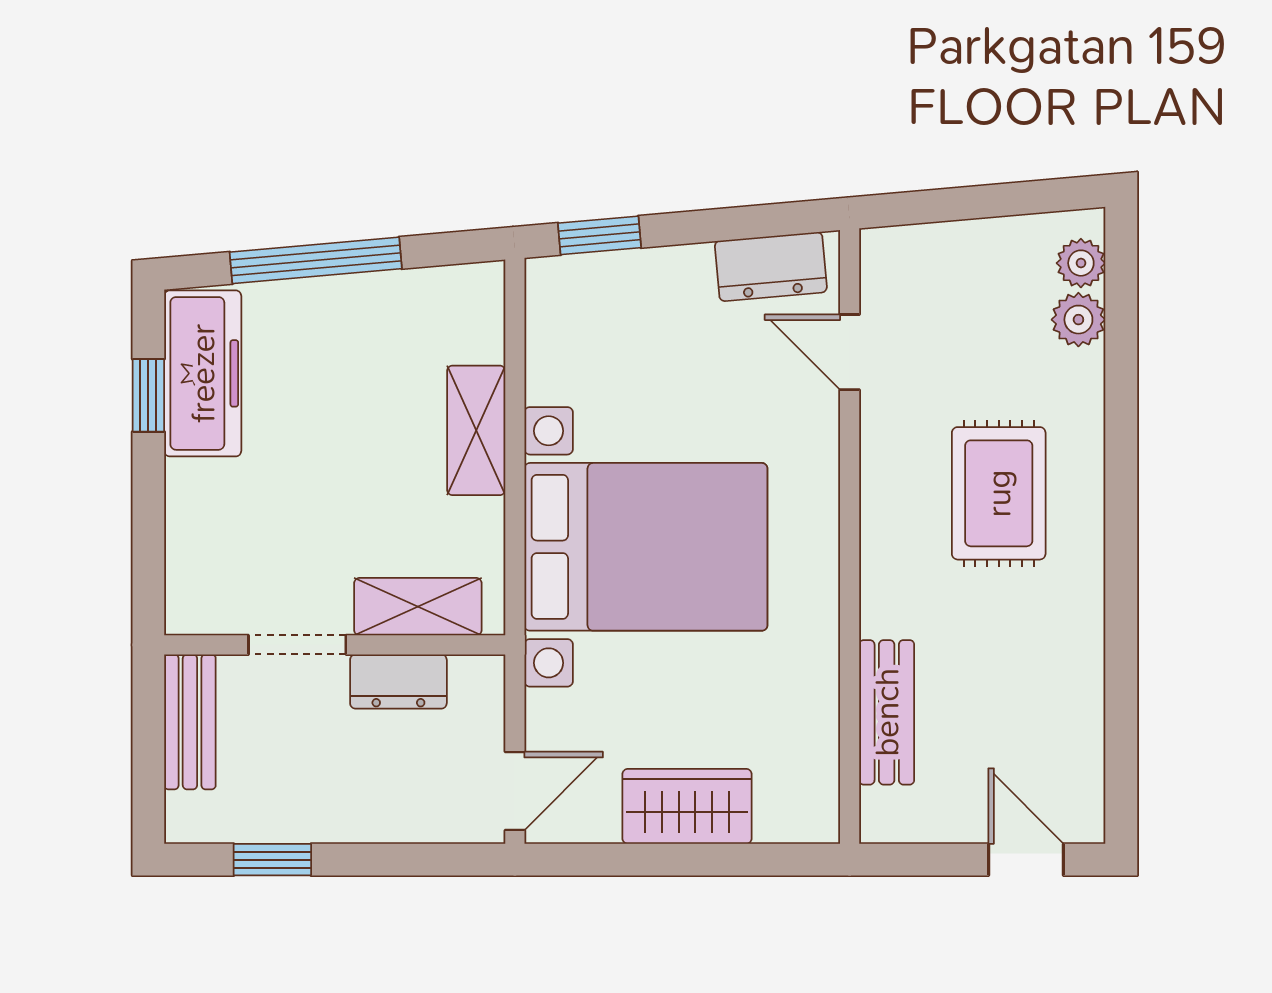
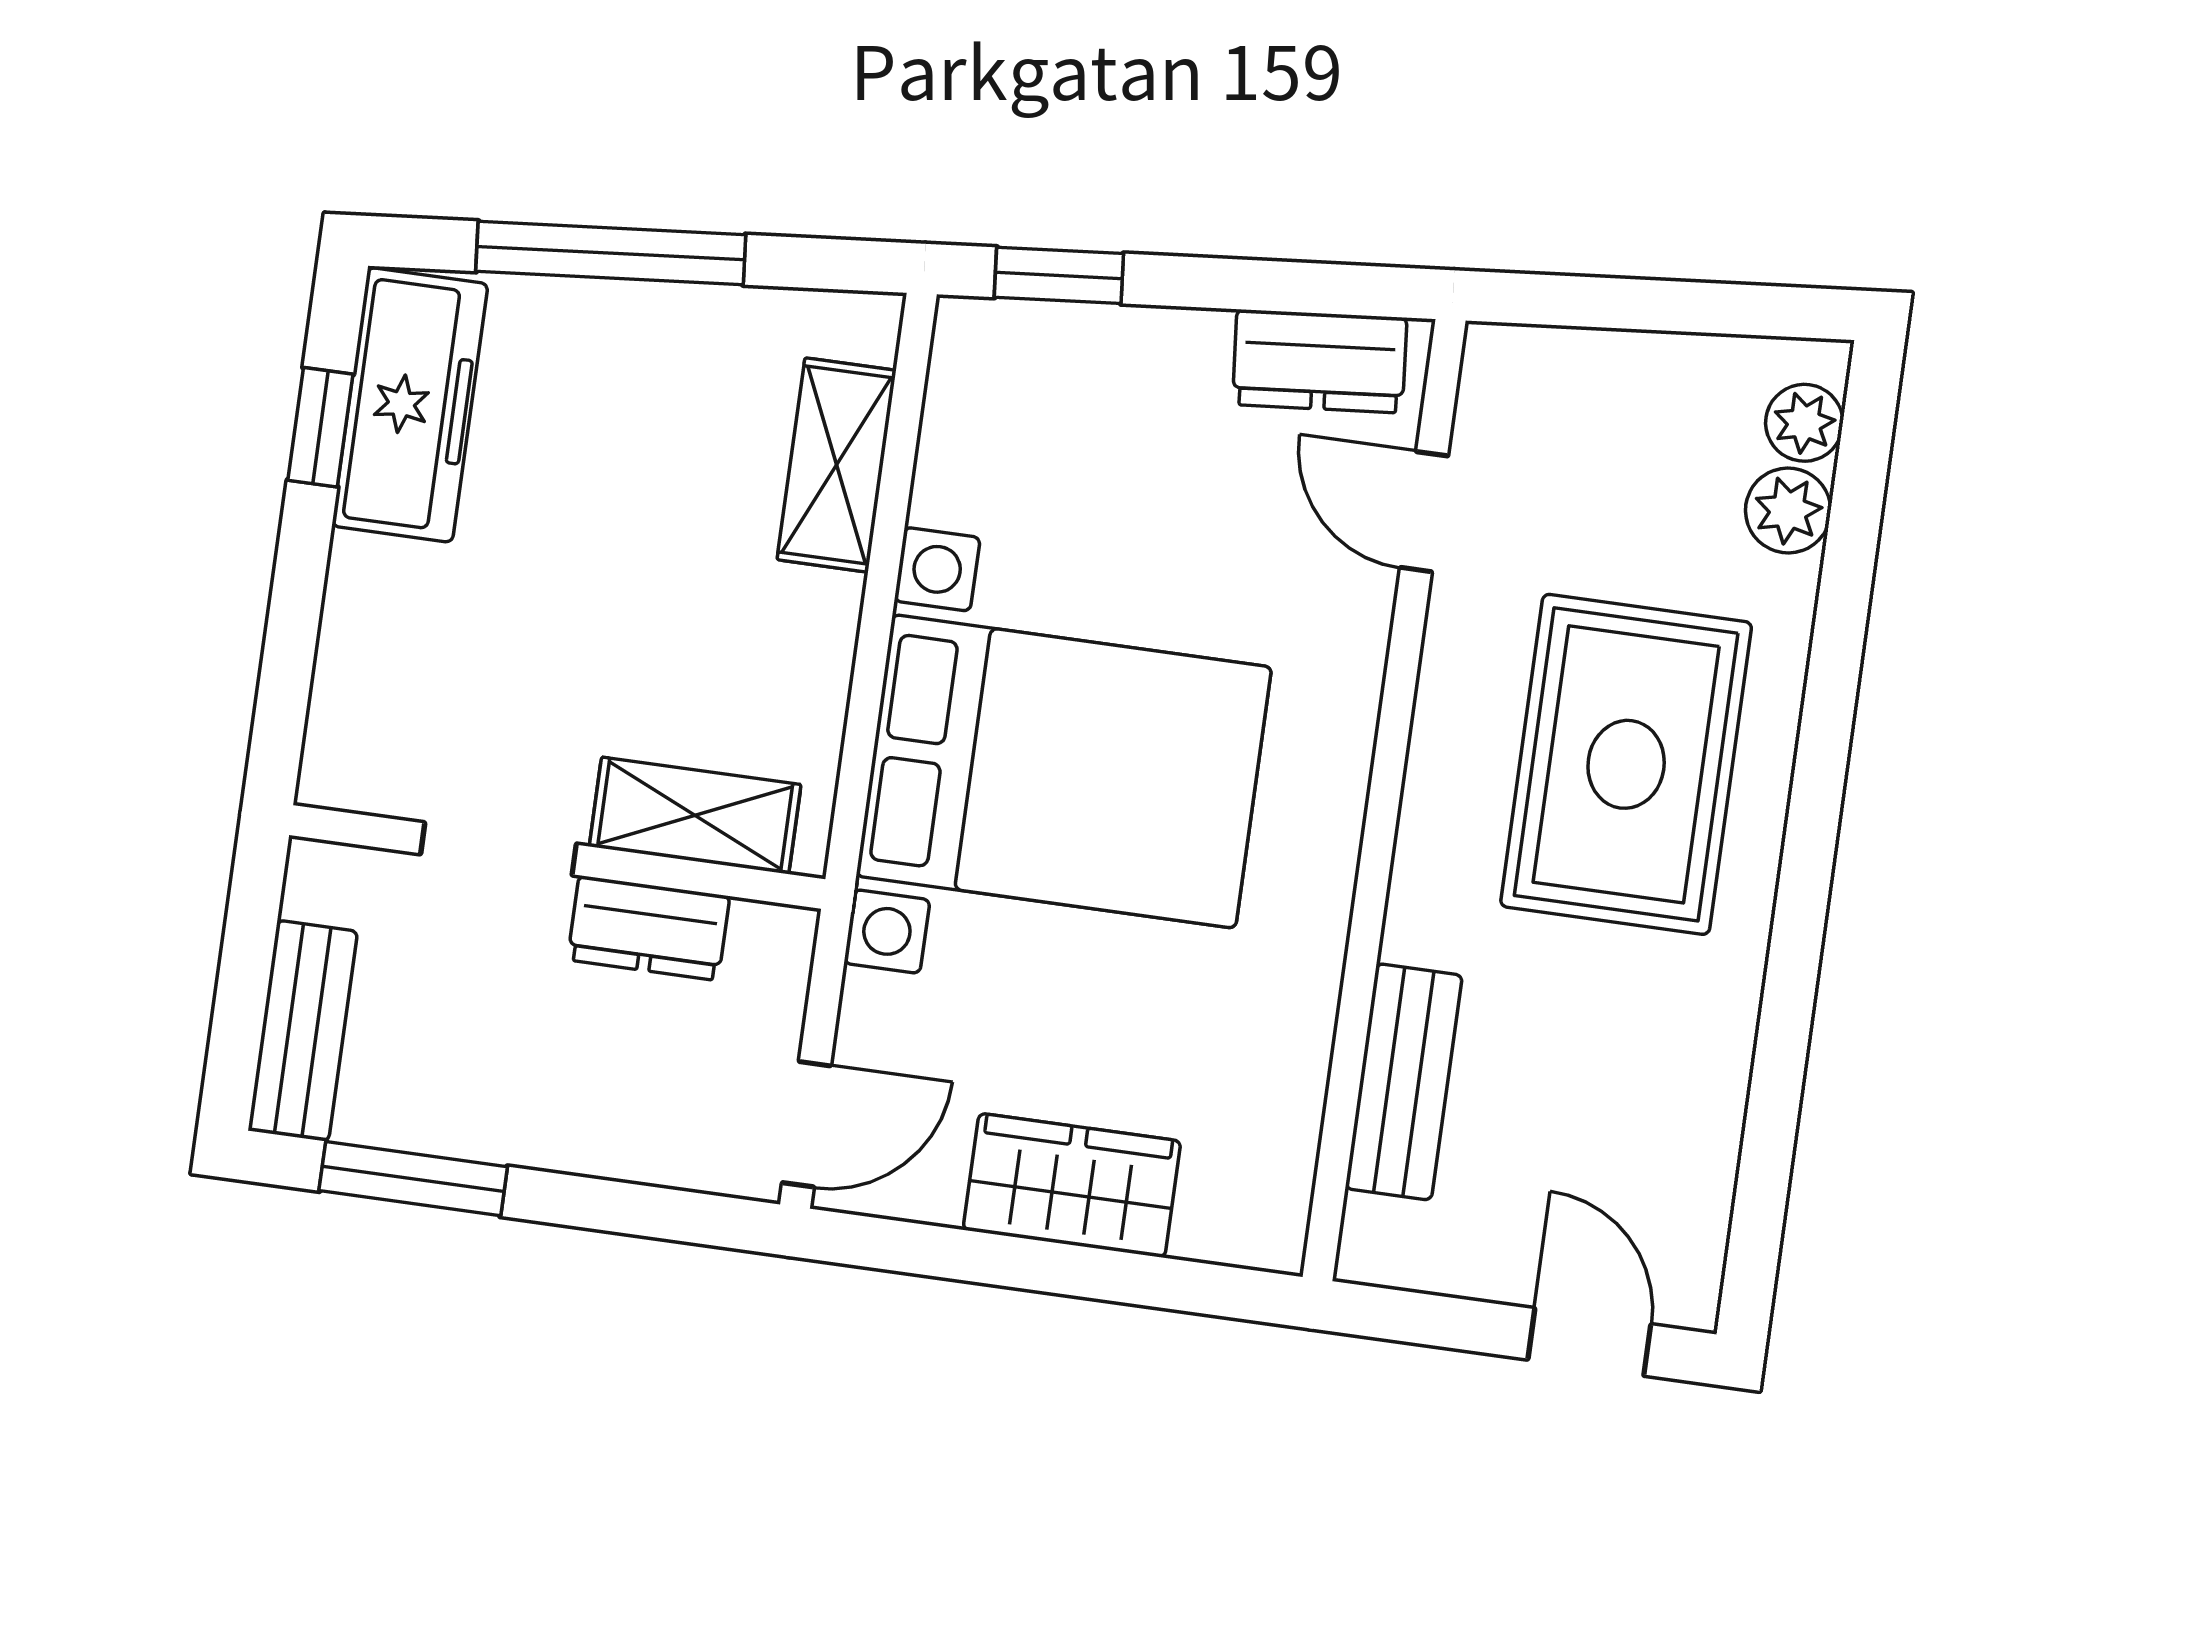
shelving: (476, 430) -> (836, 465), moved
rug: (999, 493) -> (1626, 764), width x1.36, depth x1.43
bench: (190, 722) -> (303, 1031), moved
window: (272, 860) -> (413, 1179), width x1.50

